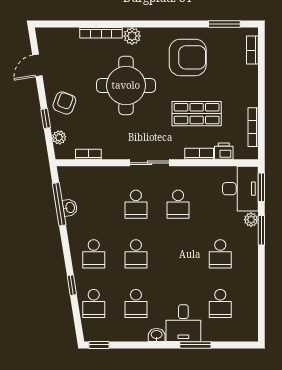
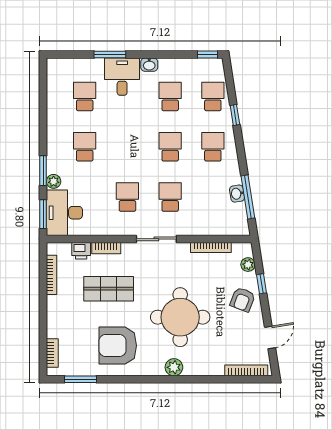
bookcase: (101, 33) -> (246, 370), moved
bookcase: (88, 154) -> (211, 247), width x1.56

